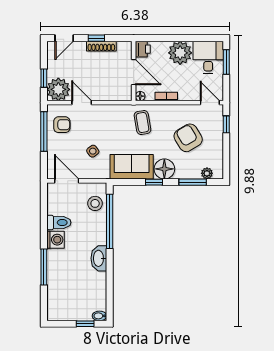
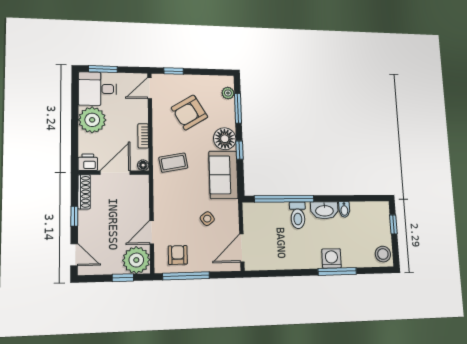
shoe rack: (101, 46) -> (84, 192), moved
stool: (95, 203) -> (383, 254), moved
toilet: (59, 223) -> (298, 215), moved, turned 180
washing machine: (55, 240) -> (332, 258), moved
bidet: (100, 316) -> (344, 209), moved

